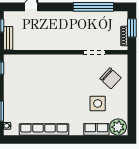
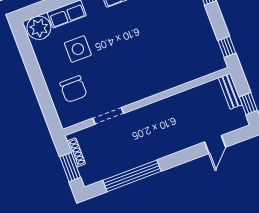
chair: (110, 78) -> (73, 89), turned -133

